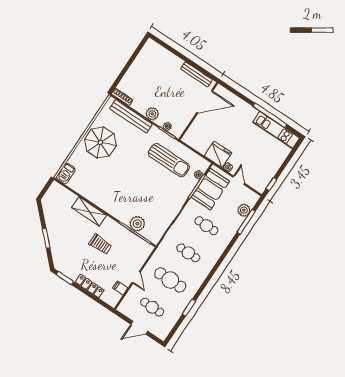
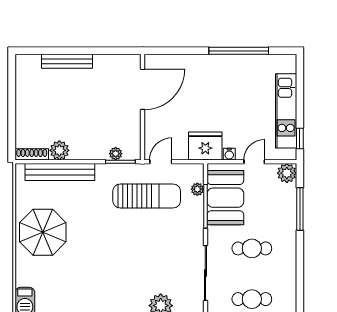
bench: (197, 74) -> (67, 61), moved
plant: (152, 114) -> (59, 150), moved
kitchen unit: (276, 130) -> (286, 111), moved, turned 90
door: (189, 147) -> (161, 162), added
door: (239, 180) -> (254, 162), hinge flipped
plant: (244, 210) -> (287, 173), moved

